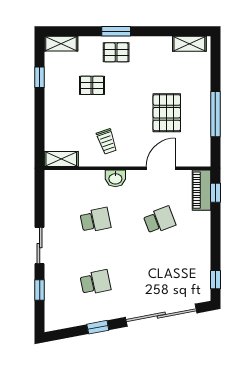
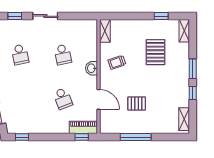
window: (151, 31) -> (193, 93), added
pallet: (116, 52) -> (178, 69), removed
pallet: (92, 85) -> (155, 52), width x1.50, depth x1.42
pallet: (167, 113) -> (137, 104), width x0.67, depth x0.71

